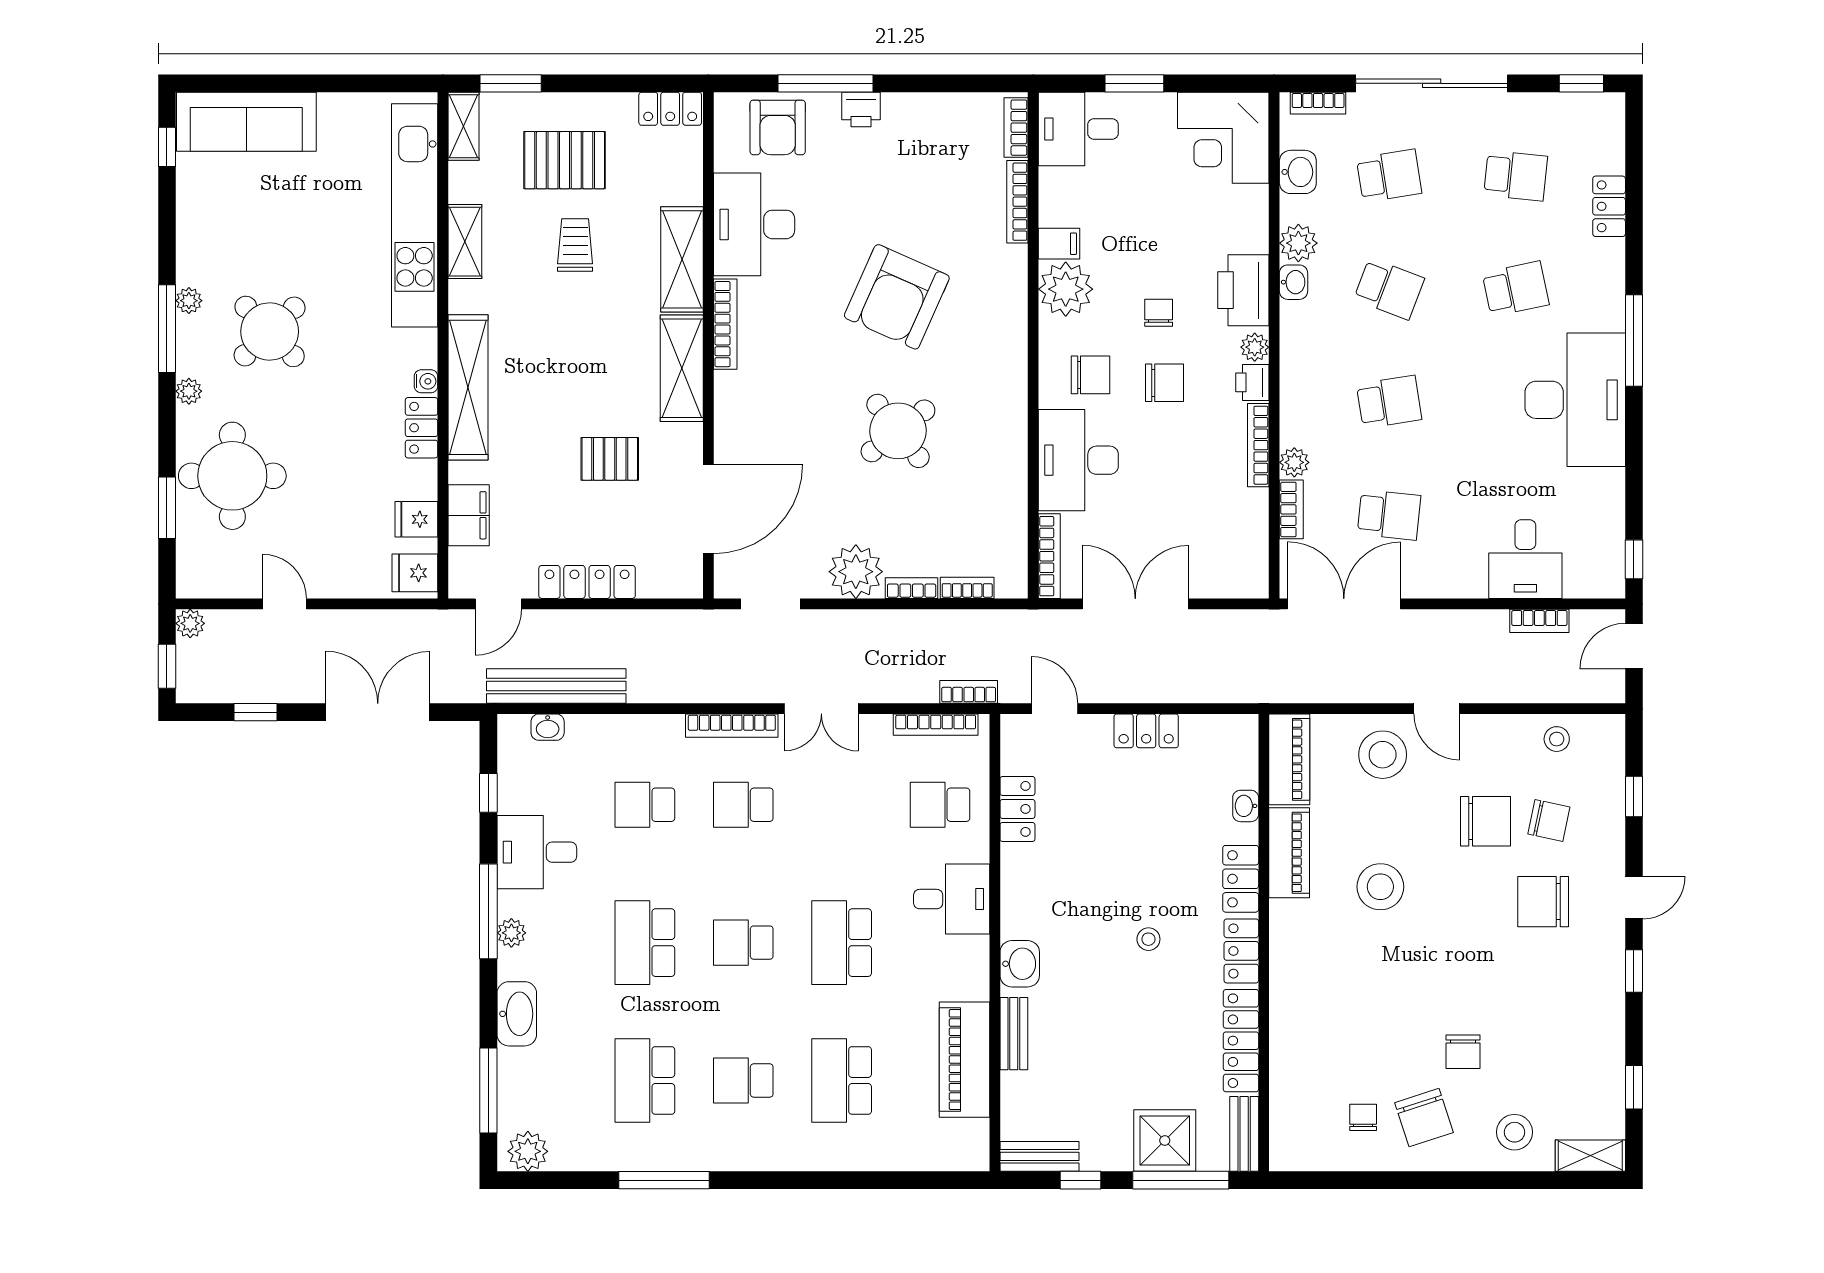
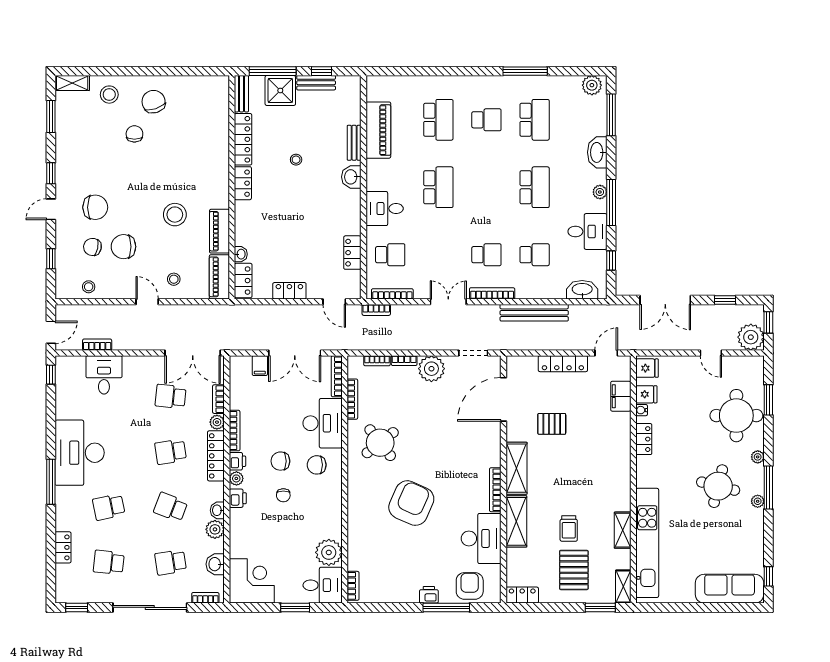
pallet: (565, 160) -> (574, 570), turned 90
bookcase: (1017, 202) -> (352, 399), moved
filing cabinet: (1059, 244) -> (260, 366), moved, turned -90
plant: (1066, 289) -> (329, 552), moved
printer: (1243, 290) -> (238, 498), width x0.53, depth x0.68
round table: (270, 331) -> (718, 486), turned -32
water cooler: (426, 381) -> (642, 410), moved
shelving: (468, 387) -> (621, 459), removed
locker: (1296, 393) -> (216, 456), added
round table: (898, 431) -> (380, 443), moved
plant: (190, 623) -> (751, 337), width x1.88, depth x1.88
bench: (556, 686) -> (534, 313), moved
washbasin: (548, 727) -> (582, 290), width x1.91, depth x1.45
stool: (1383, 755) -> (174, 279), width x0.53, depth x0.53
locker: (1241, 879) -> (243, 281), moved
stool: (1148, 939) -> (296, 160), moved
school desk: (743, 943) -> (486, 187), removed
window: (1634, 1087) -> (51, 117), width x1.50
chair: (1363, 1117) -> (183, 102), removed
bench: (1039, 1156) -> (316, 83), moved

